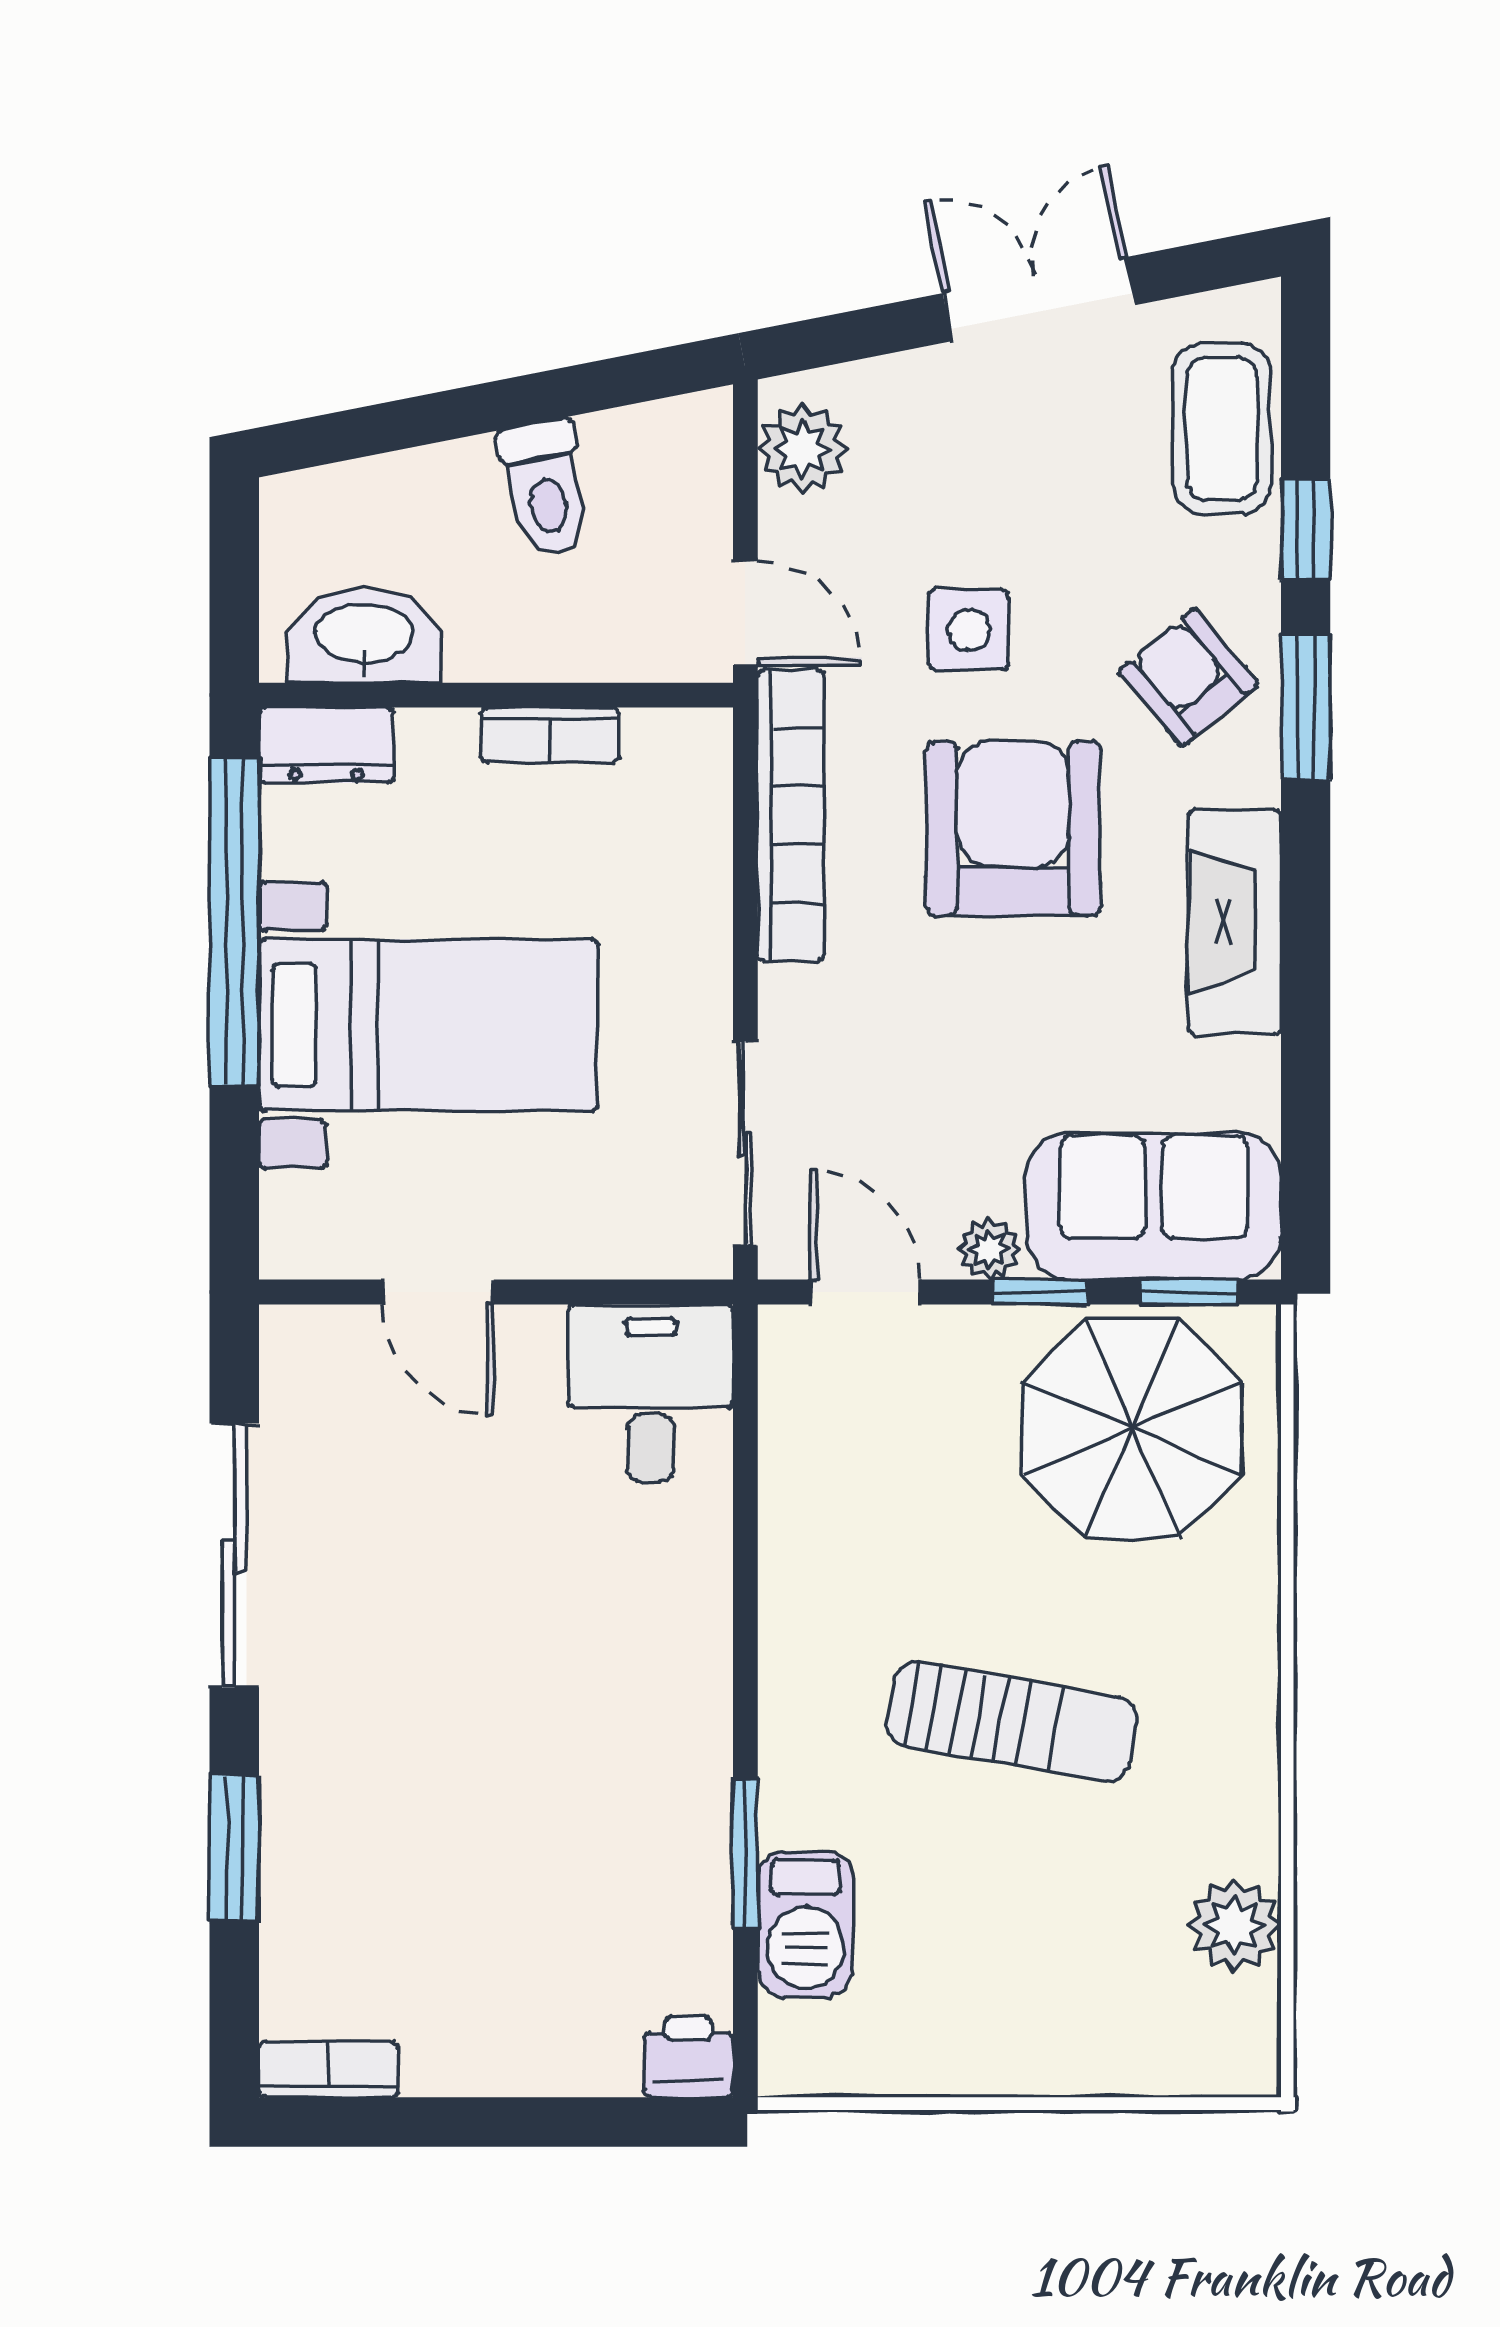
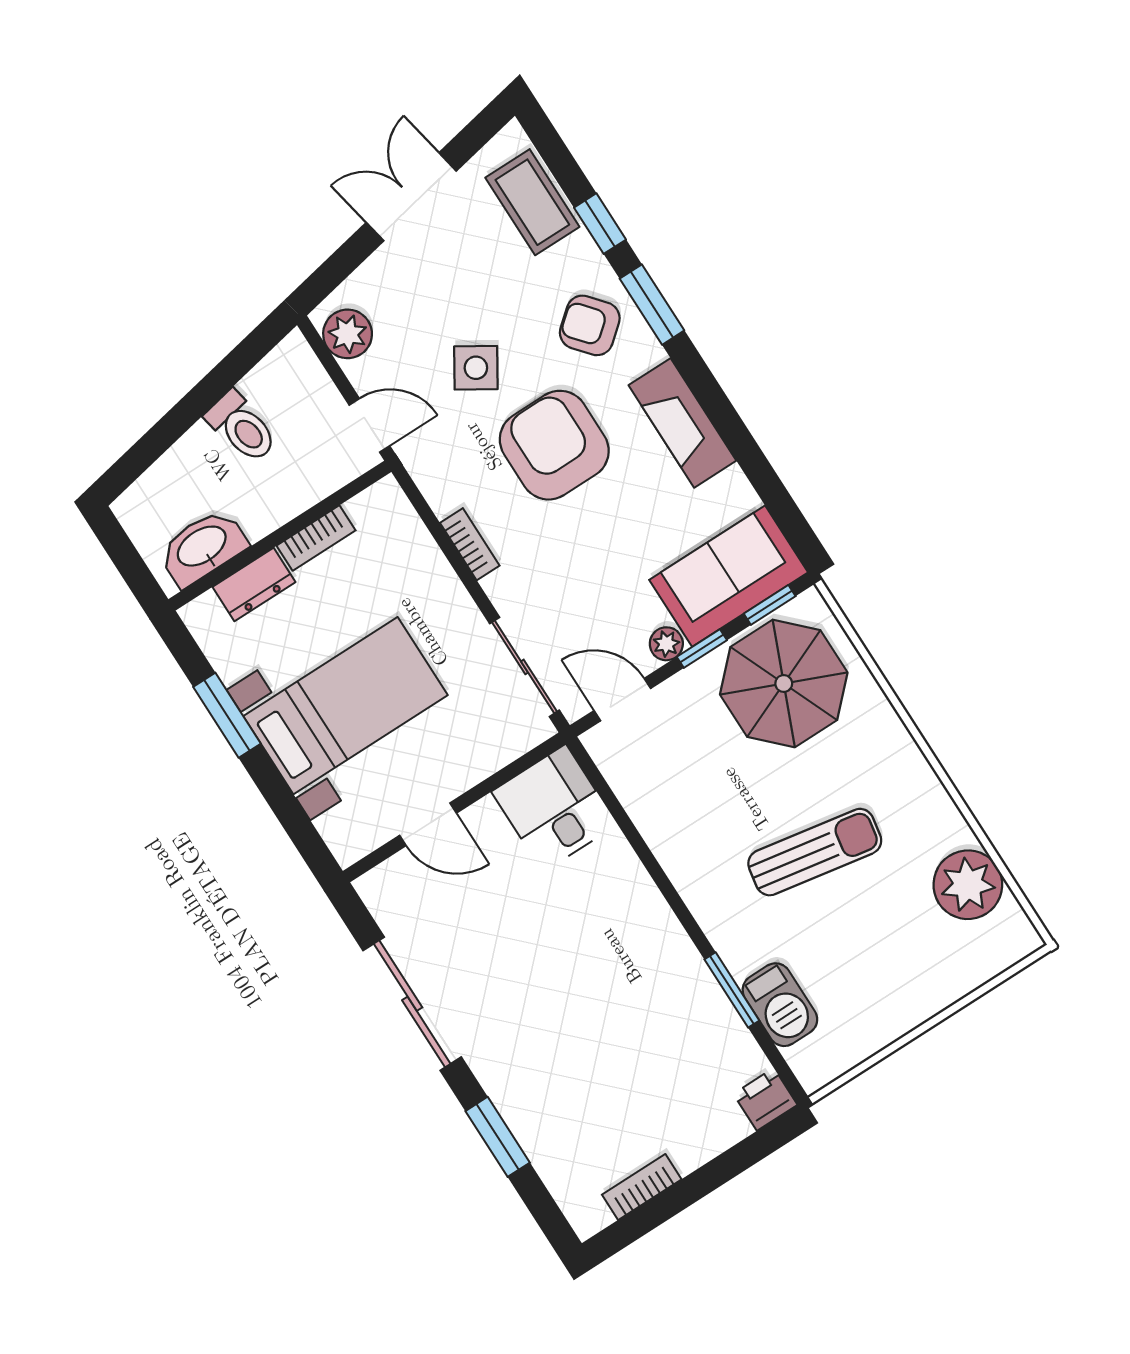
side table: (969, 630) -> (476, 368), turned 32
dresser: (326, 745) -> (254, 584), moved
bookcase: (791, 815) -> (470, 544), width x0.43, depth x0.76
window: (234, 922) -> (227, 715), width x0.47
plant: (1234, 1925) -> (968, 885), width x1.36, depth x1.36
bookcase: (329, 2070) -> (642, 1187), moved

